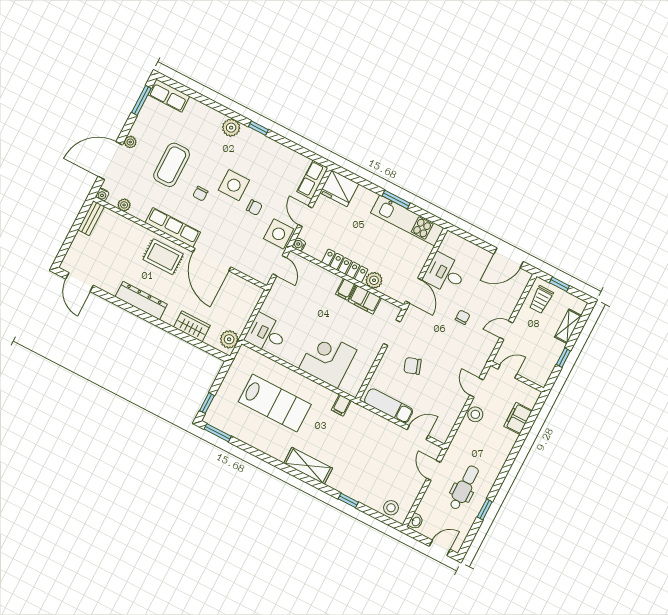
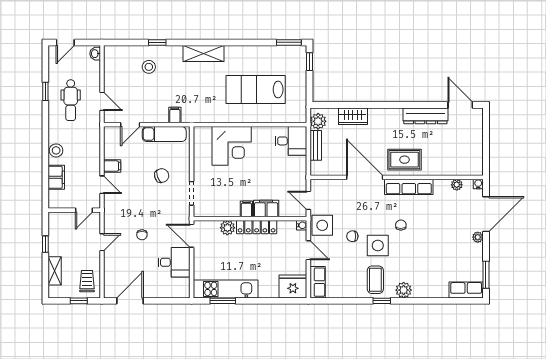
coffee table: (172, 165) -> (375, 280), moved, width x0.73, depth x0.76
window: (396, 199) -> (223, 301), moved
bench: (91, 218) -> (316, 145), moved
dresser: (141, 300) -> (425, 116), moved
filing cabinet: (365, 300) -> (266, 209), moved
filing cabinet: (457, 401) -> (112, 166), added
filing cabinet: (341, 405) -> (175, 115), moved
stool: (475, 414) -> (56, 150), moved
stool: (391, 508) -> (149, 67), moved

